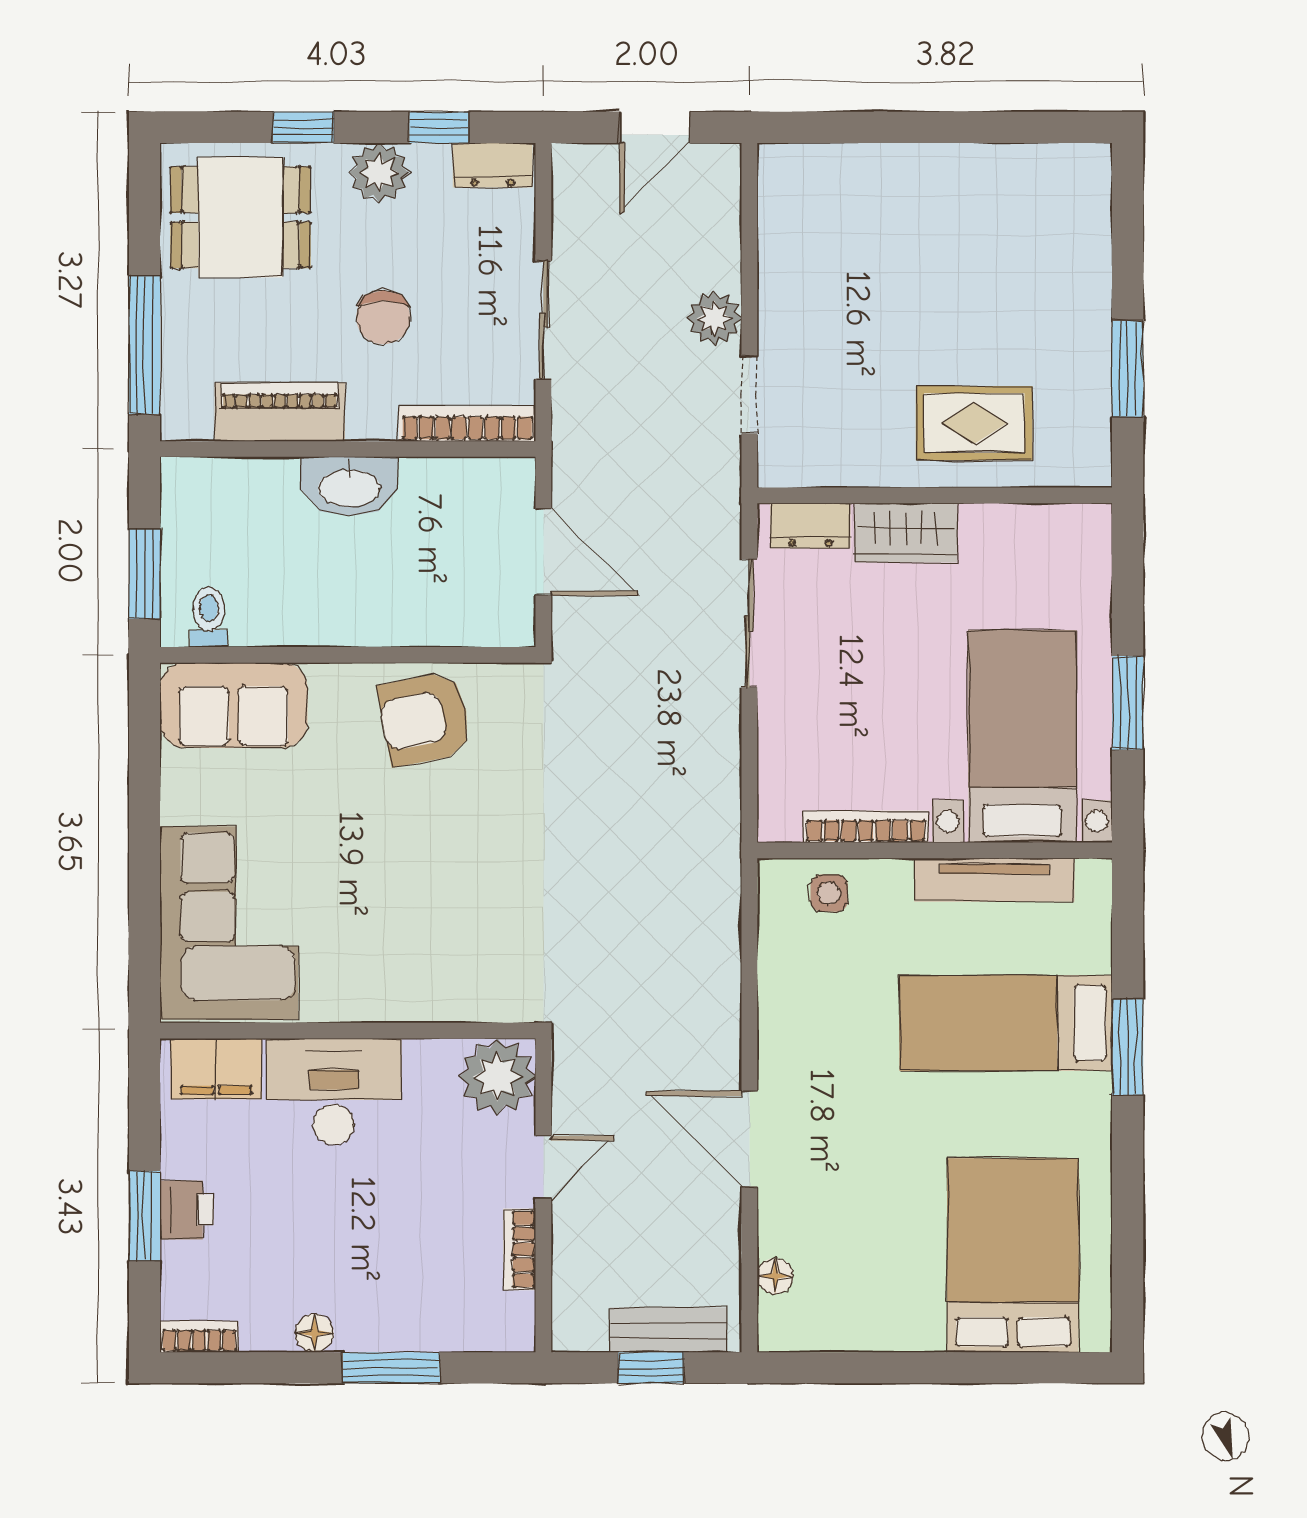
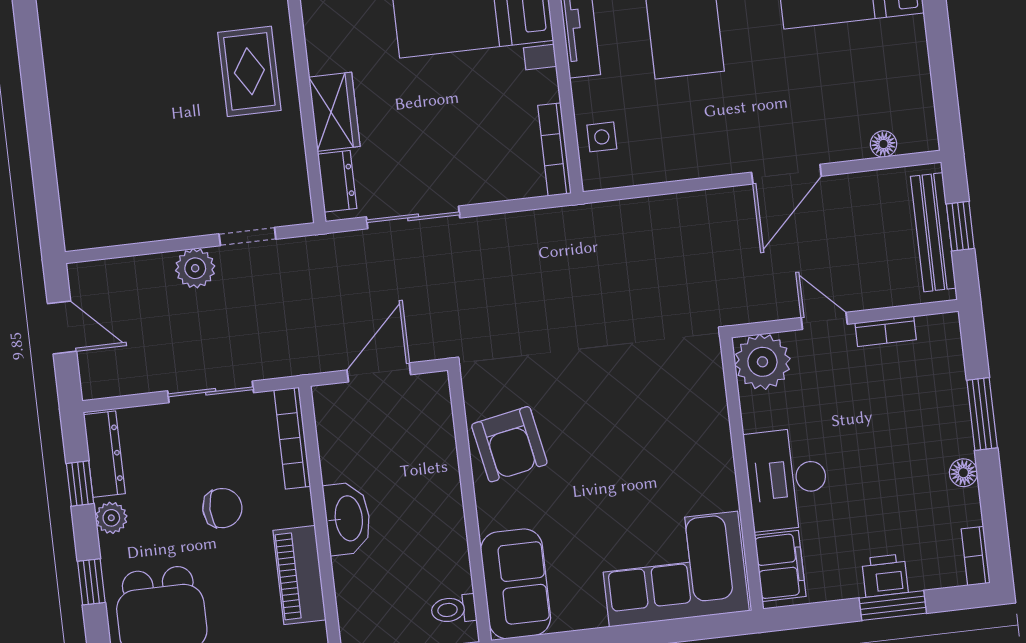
dresser: (493, 165) -> (104, 454), width x1.44
plant: (379, 173) -> (111, 518), width x0.73, depth x0.73
bookcase: (866, 827) -> (554, 149), moved
bench: (668, 1330) -> (933, 232), width x1.36

